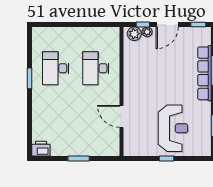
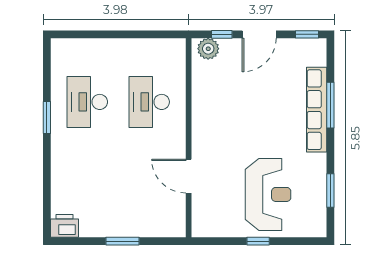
plant: (147, 32) -> (228, 46), removed

